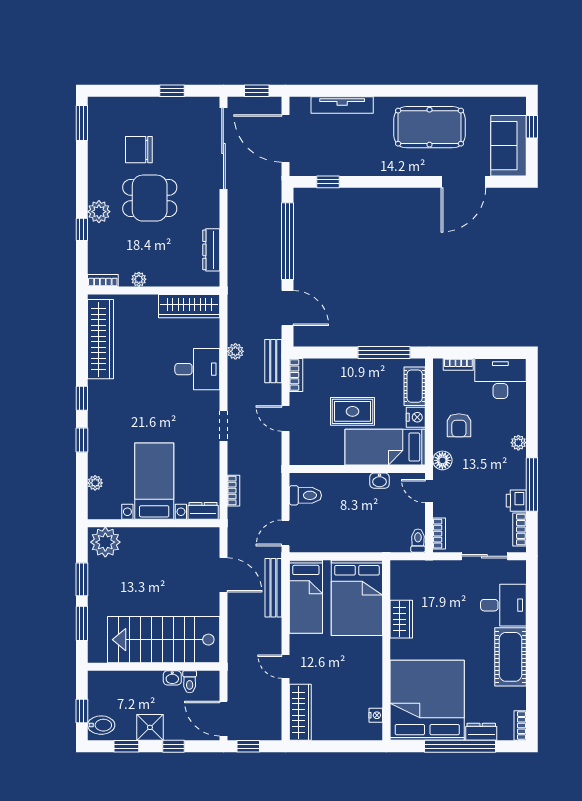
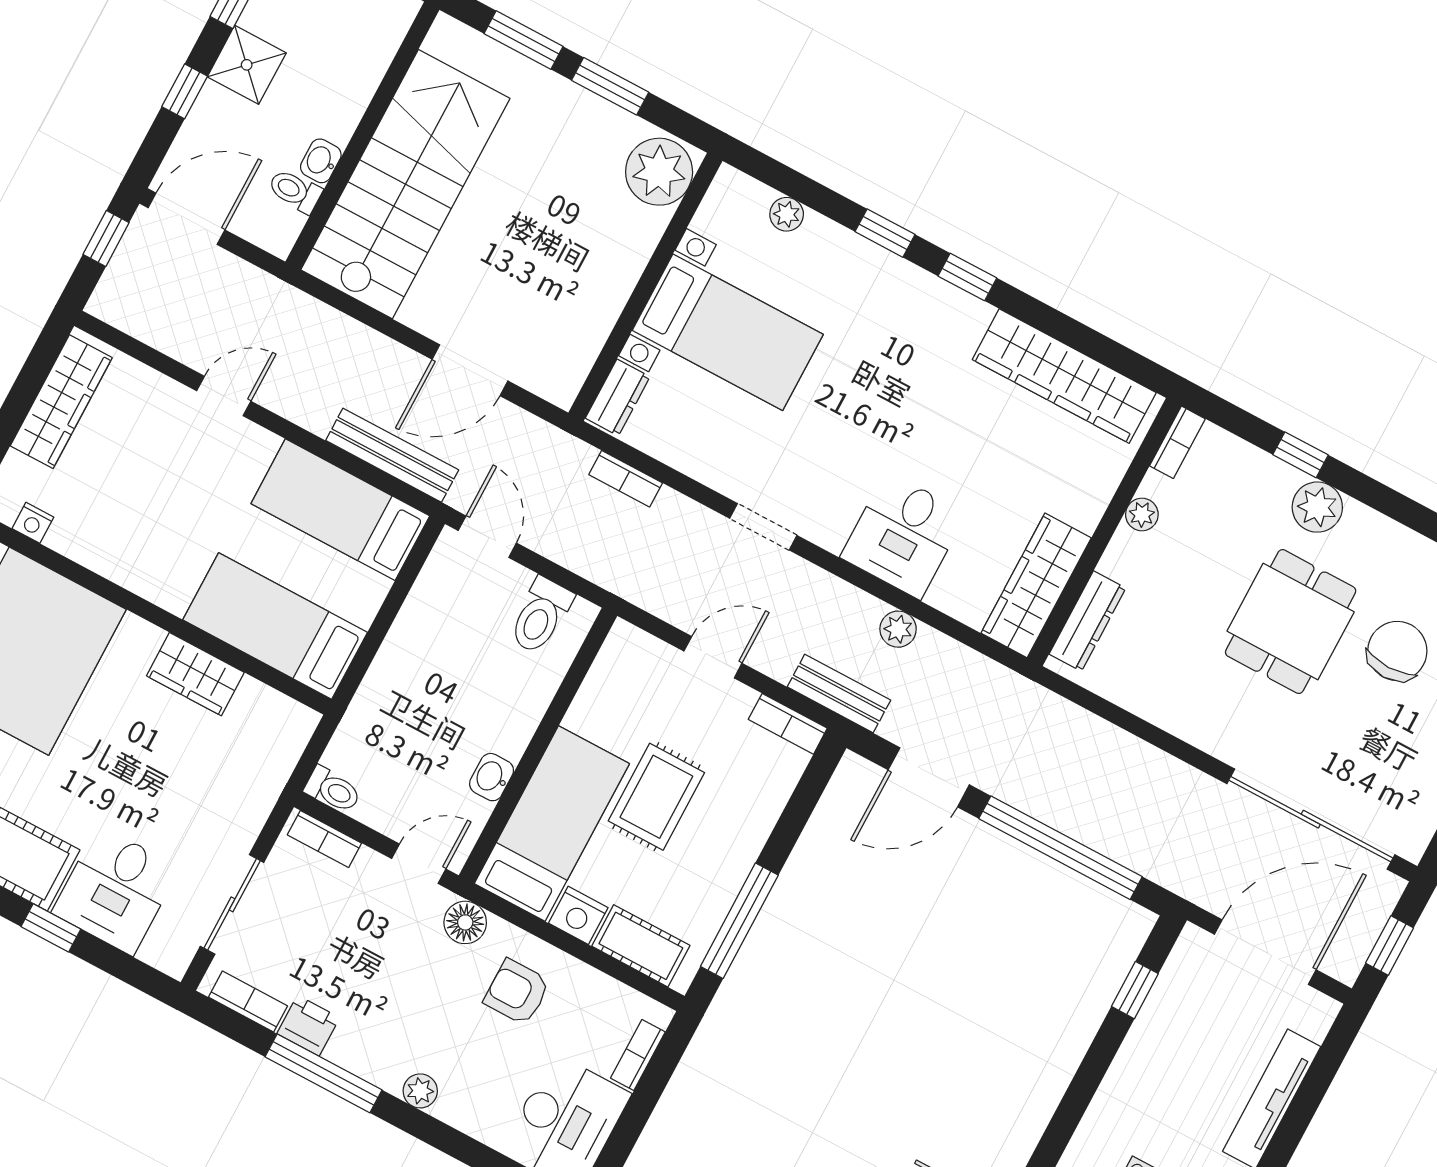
dresser: (211, 250) -> (1087, 621), moved, turned 90
bed: (357, 598) -> (275, 626), width x0.67
window: (532, 623) -> (51, 928), added
wardrobe: (300, 712) -> (61, 402), moved, turned -90

